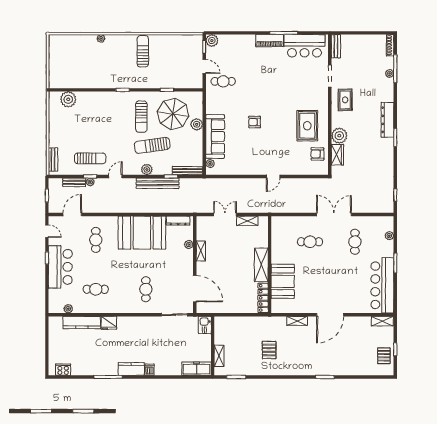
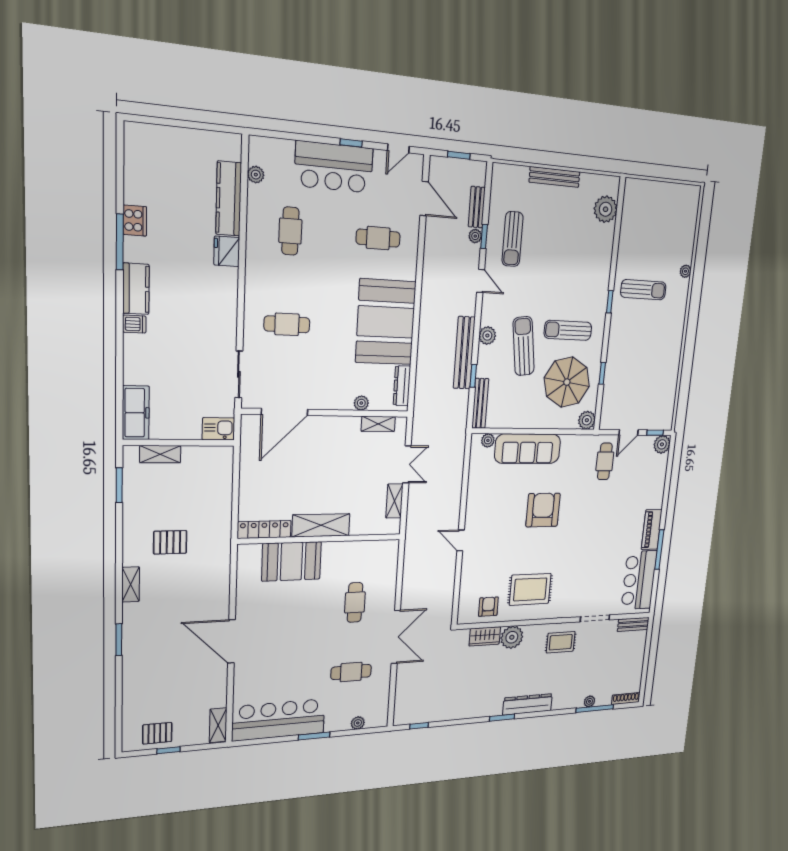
sun lounger: (143, 51) -> (643, 290), moved
armchair: (255, 122) -> (543, 510), width x1.88, depth x1.88
plant: (197, 124) -> (587, 420), moved
bench: (53, 160) -> (555, 177), moved, width x1.36
shelving: (201, 251) -> (378, 424), moved
shelving: (297, 321) -> (131, 584), moved
cooker: (63, 370) -> (135, 221), moved

